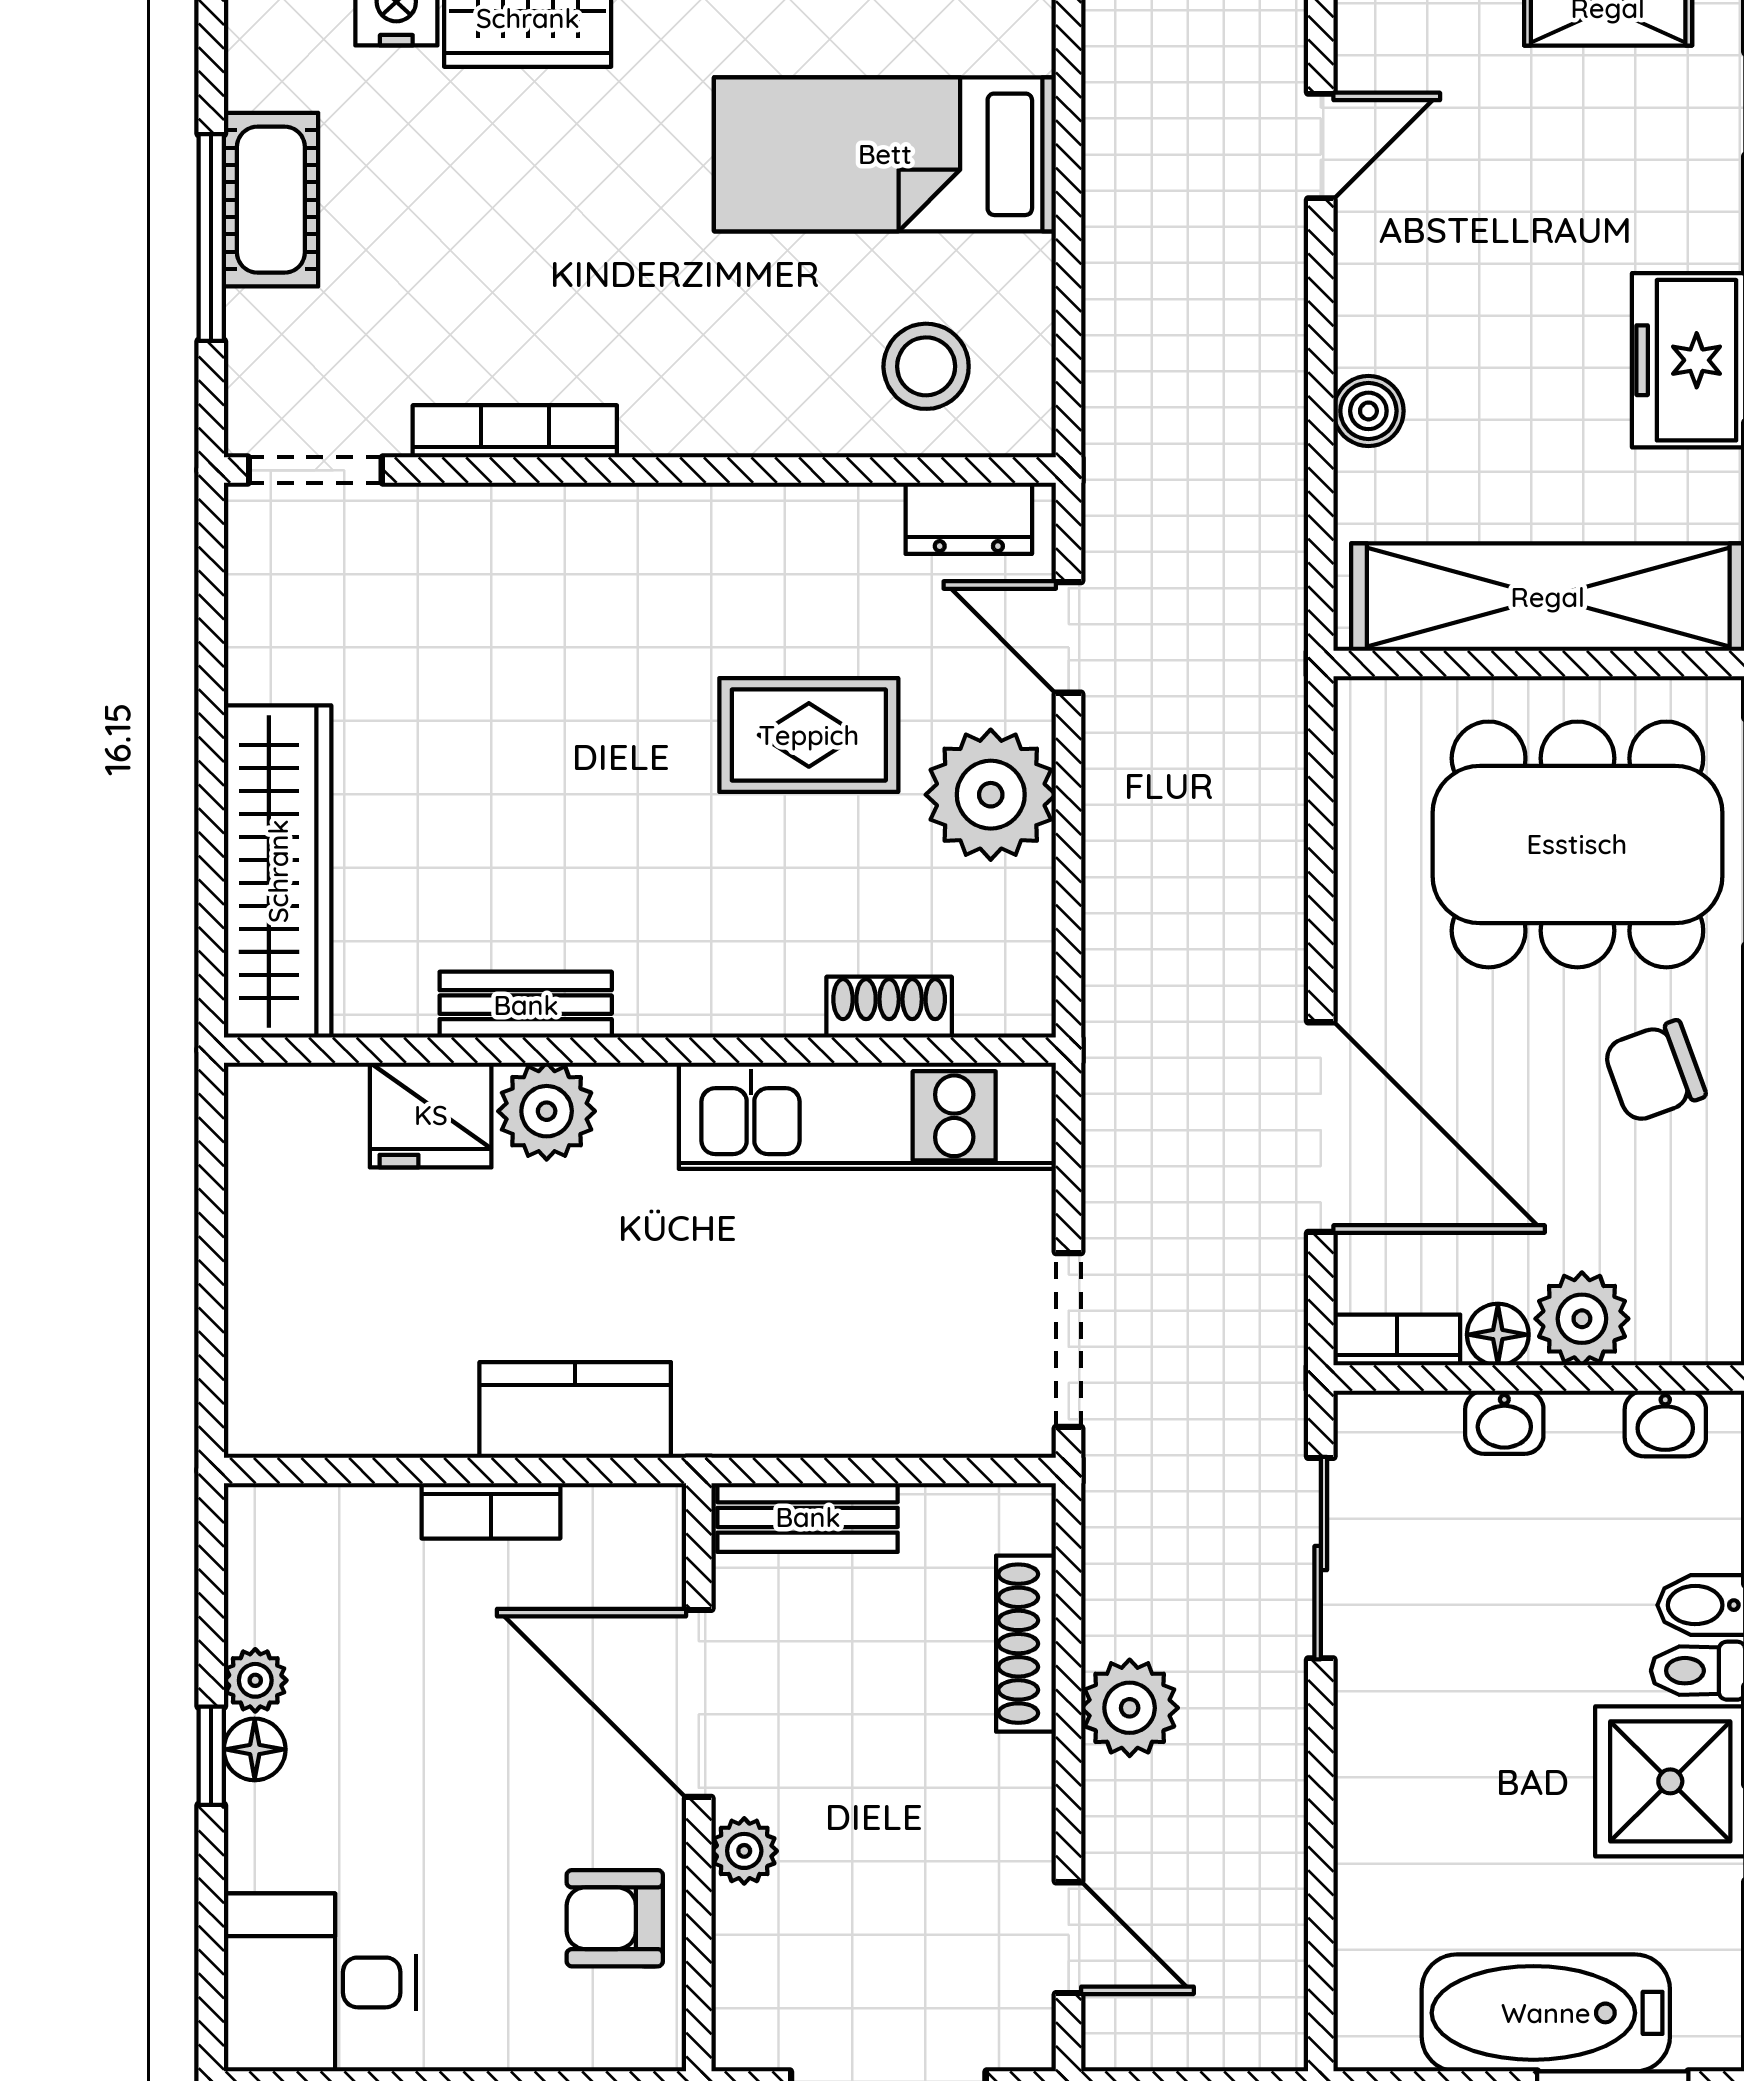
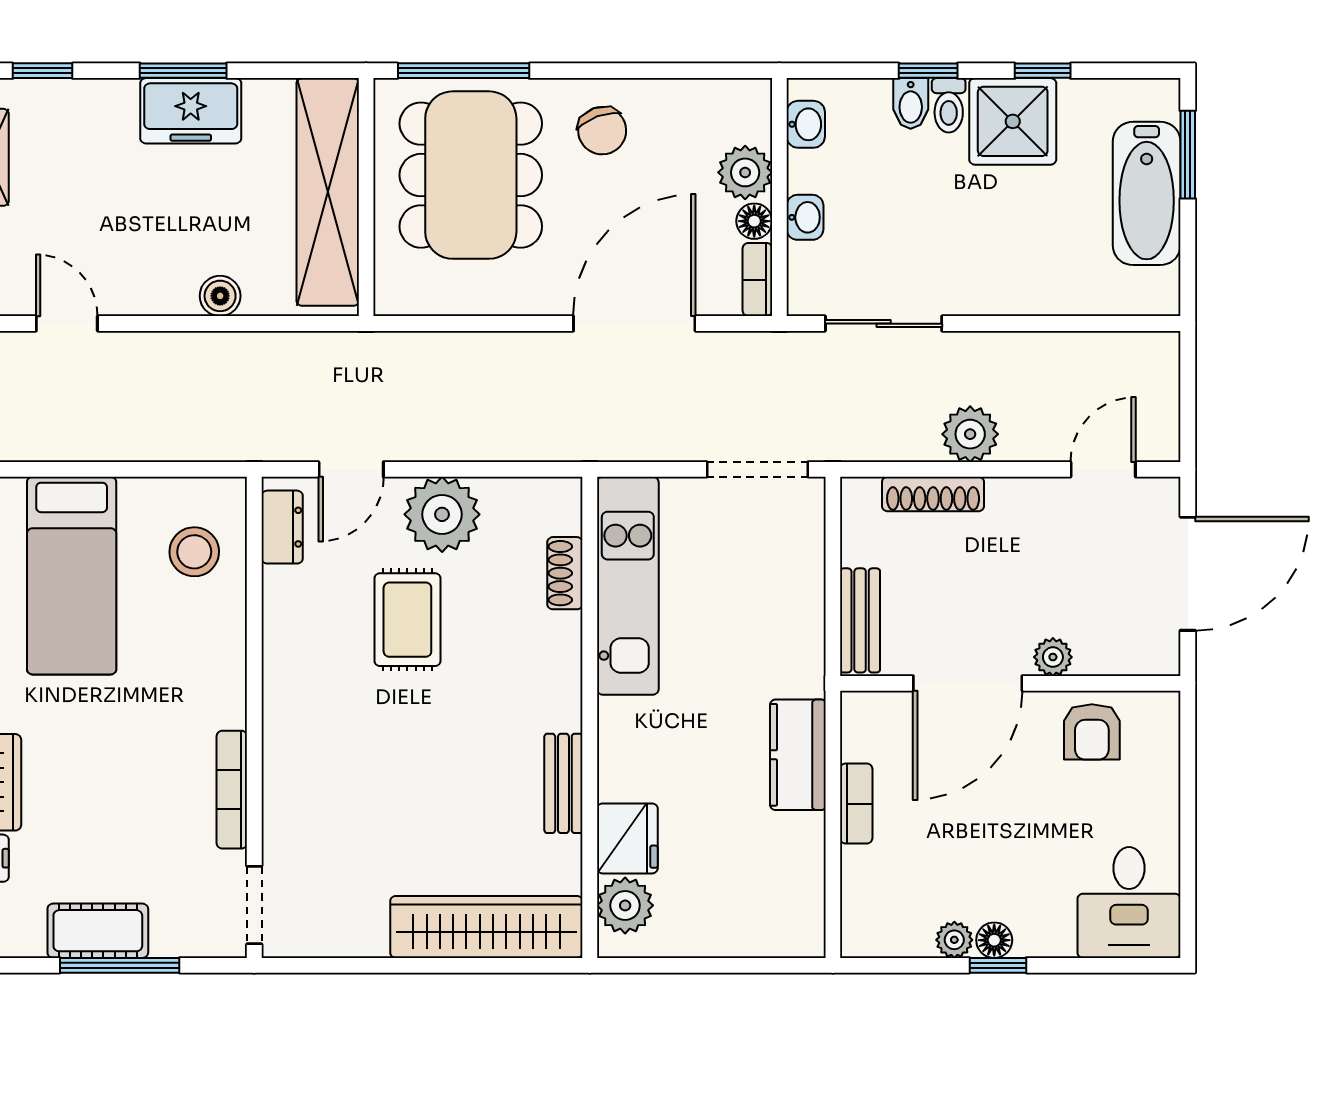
plant: (547, 1111) -> (625, 905), moved

